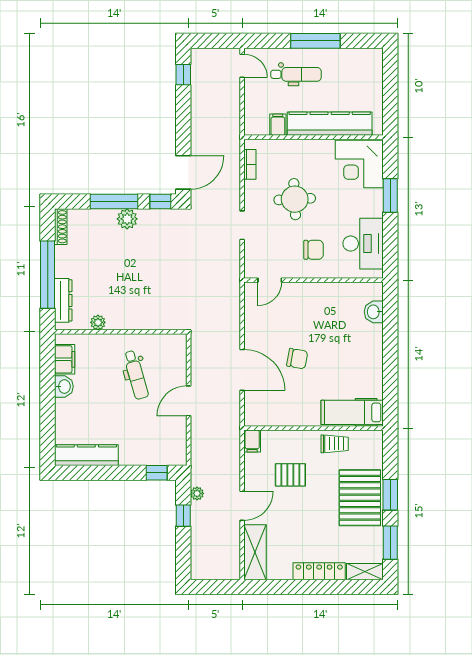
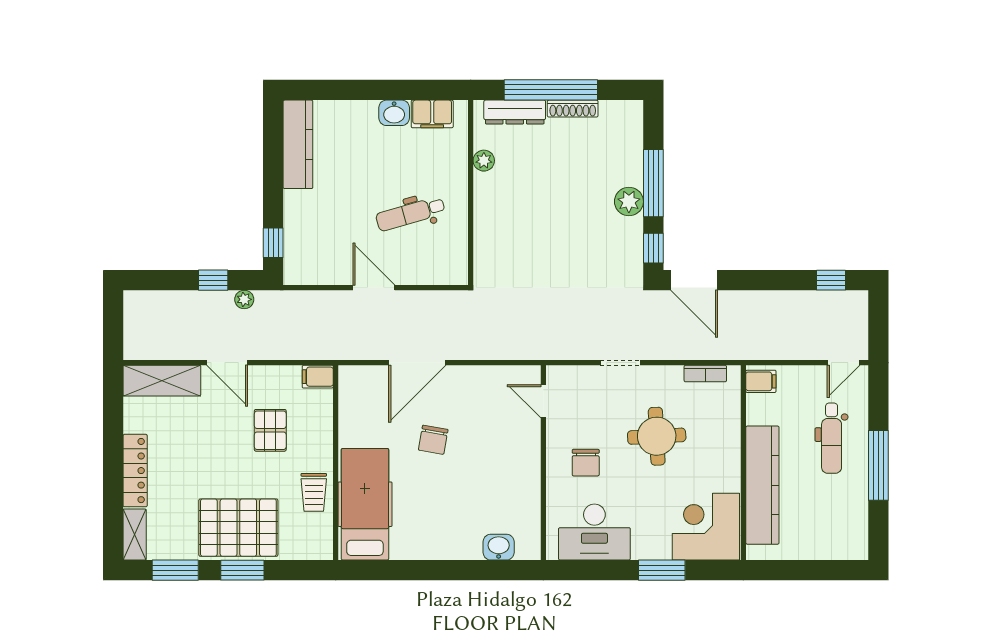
filing cabinet: (278, 125) -> (761, 381), moved
shoe rack: (61, 227) -> (573, 109), moved
hospital bed: (352, 412) -> (365, 504), width x1.37, depth x1.29

